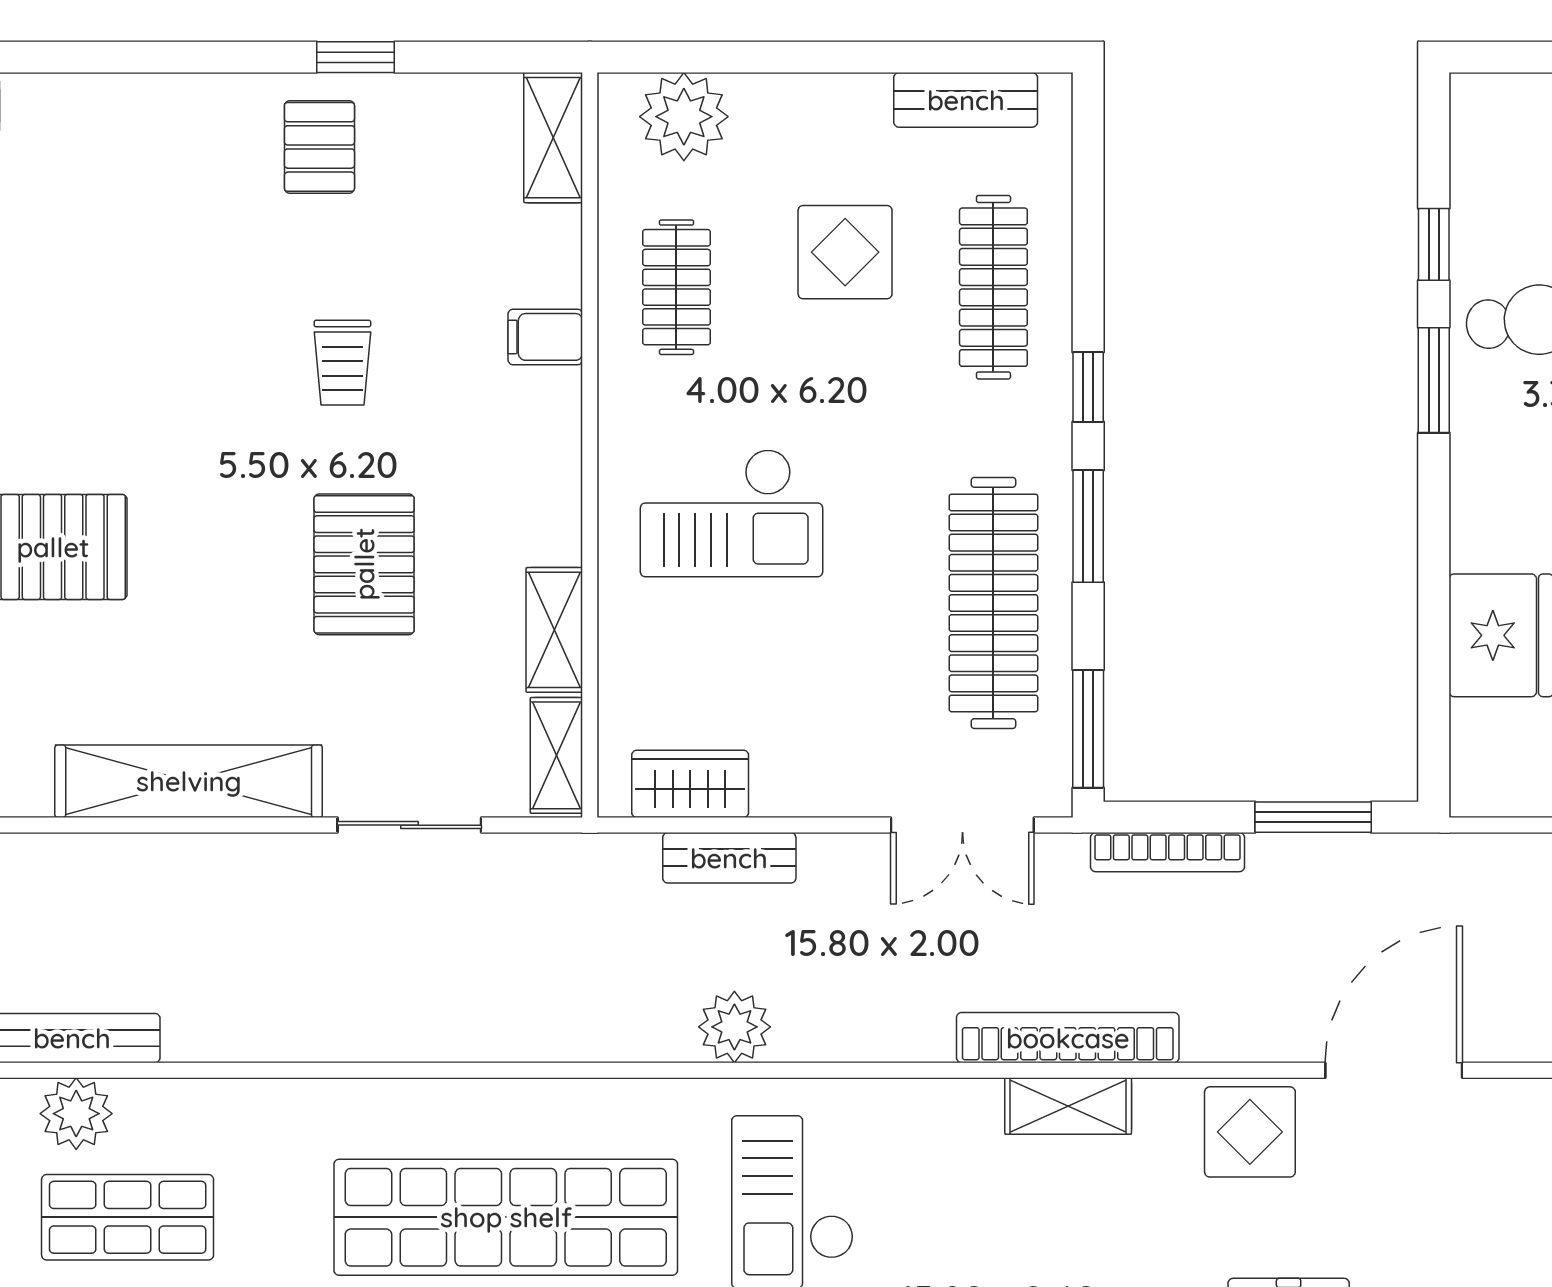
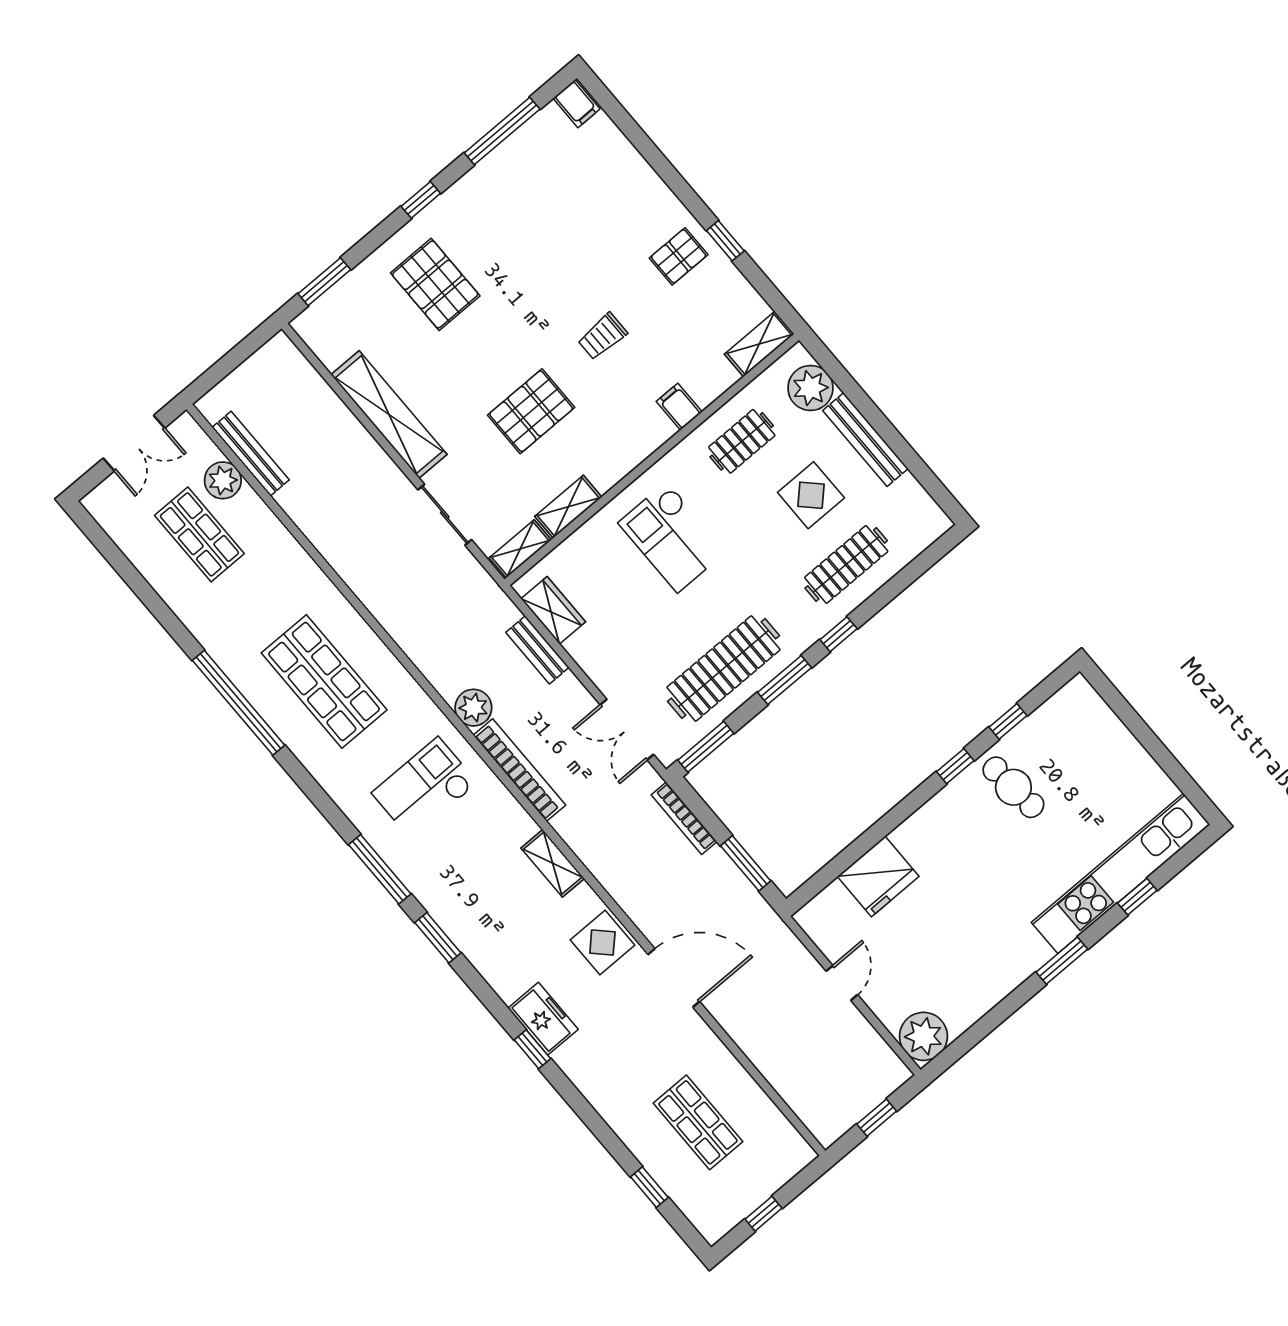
bench: (966, 100) -> (865, 440), moved, width x1.36
window: (1434, 380) -> (955, 766), width x0.67
bookcase: (1068, 1038) -> (519, 770), moved
shop shelf: (506, 1217) -> (324, 681), width x0.71

